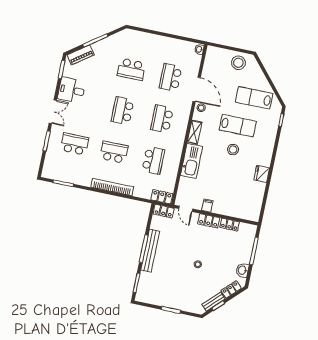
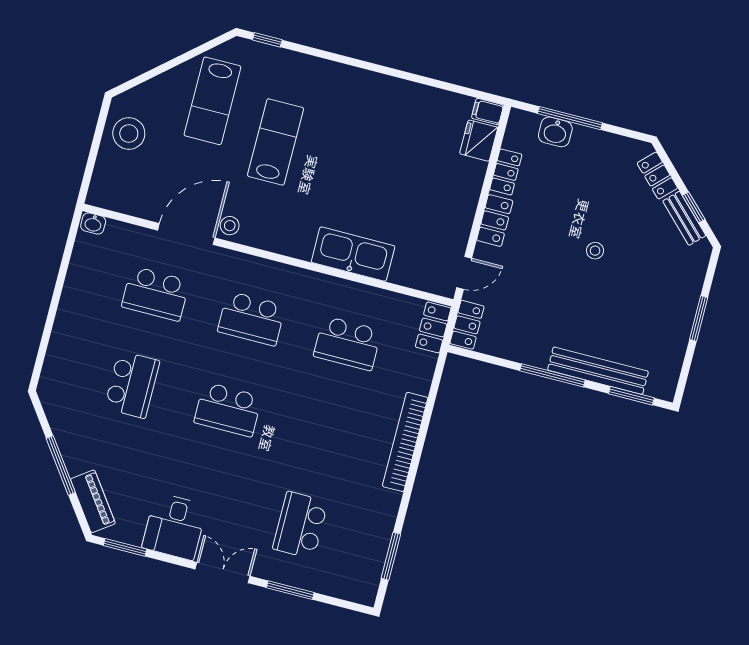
shelving: (195, 132) -> (286, 244), removed
stool: (233, 150) -> (331, 156), removed
school desk: (114, 152) -> (324, 434), removed
school desk: (153, 160) -> (347, 343), turned 180
fridge: (262, 174) -> (479, 141), moved, turned 90
filing cabinet: (207, 206) -> (487, 112), moved
bench: (150, 251) -> (598, 371), moved
washbasin: (242, 270) -> (555, 132), moved

